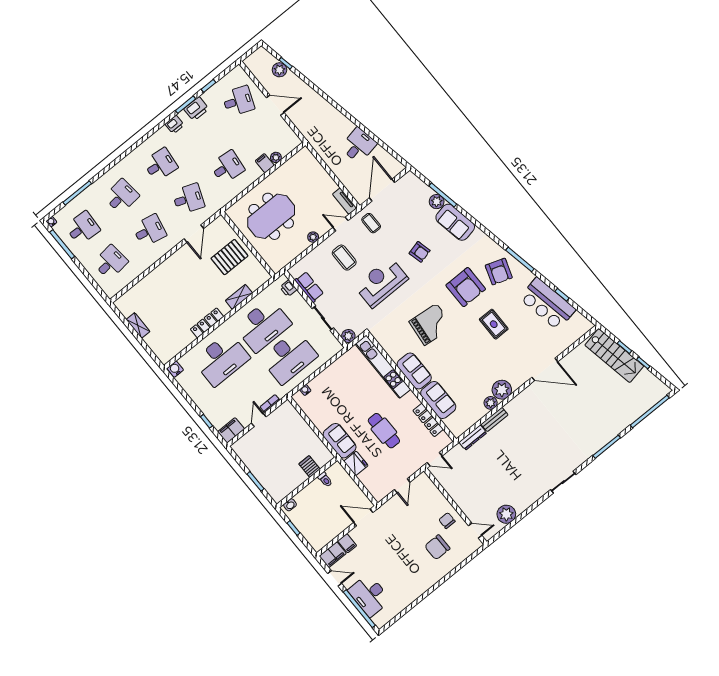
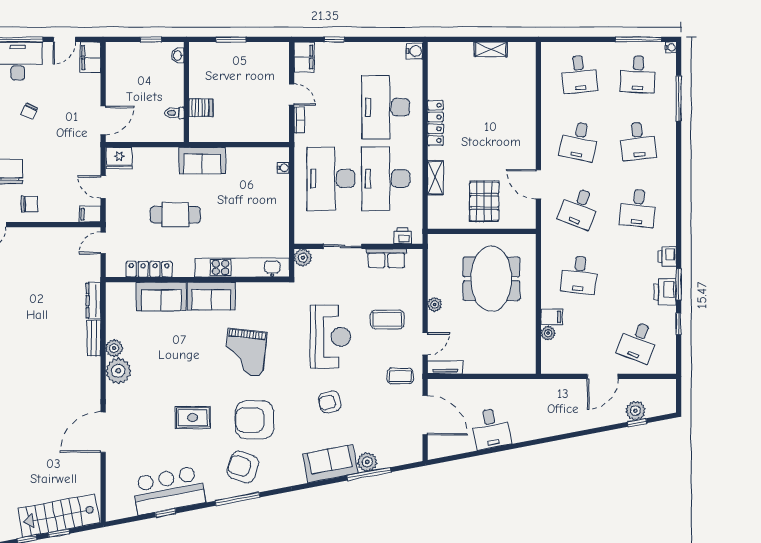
fridge: (356, 463) -> (119, 158), moved
filing cabinet: (347, 543) -> (90, 214), moved
chair: (393, 565) -> (29, 111), added

